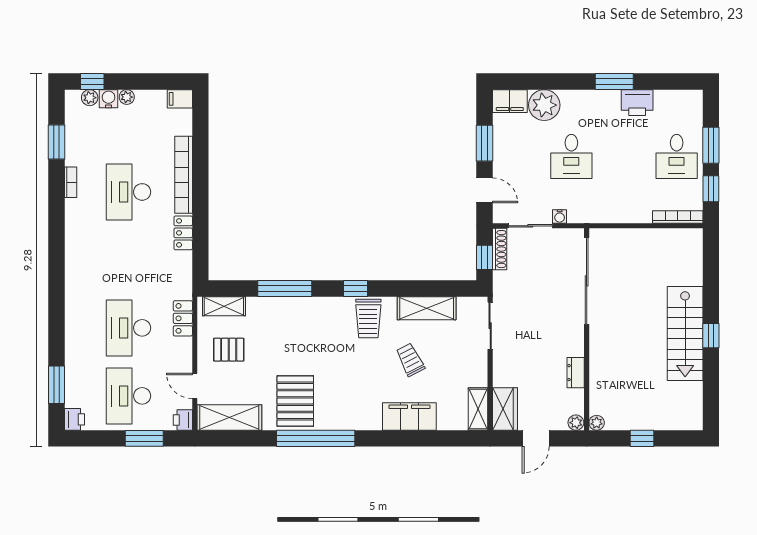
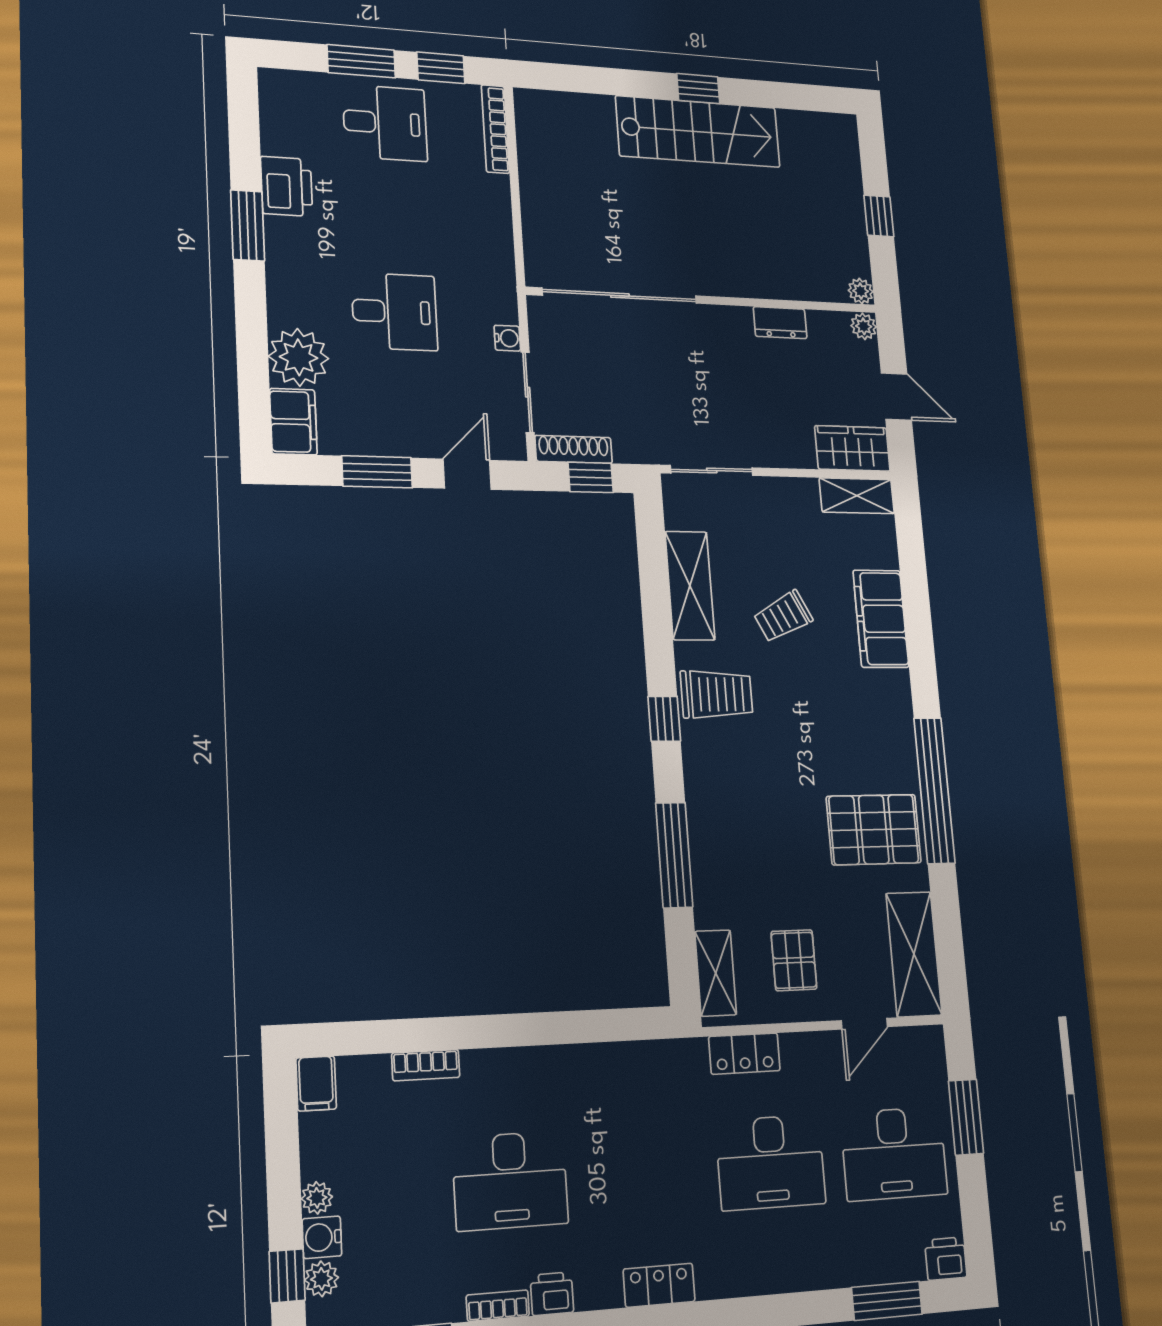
bookcase: (184, 175) -> (426, 1065), width x0.43, depth x0.76
locker: (183, 233) -> (659, 1285), moved, turned 180
printer: (183, 420) -> (552, 1294), moved, turned 180

